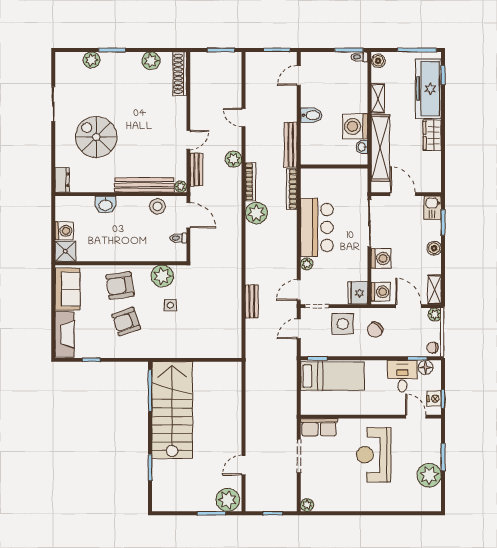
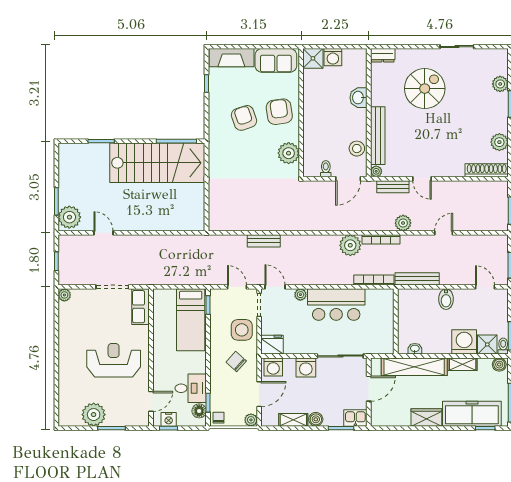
shower: (358, 73) -> (487, 344), added
washing machine: (355, 126) -> (464, 342), moved
shelving: (435, 290) -> (293, 420), moved
side table: (170, 305) -> (260, 161), removed

